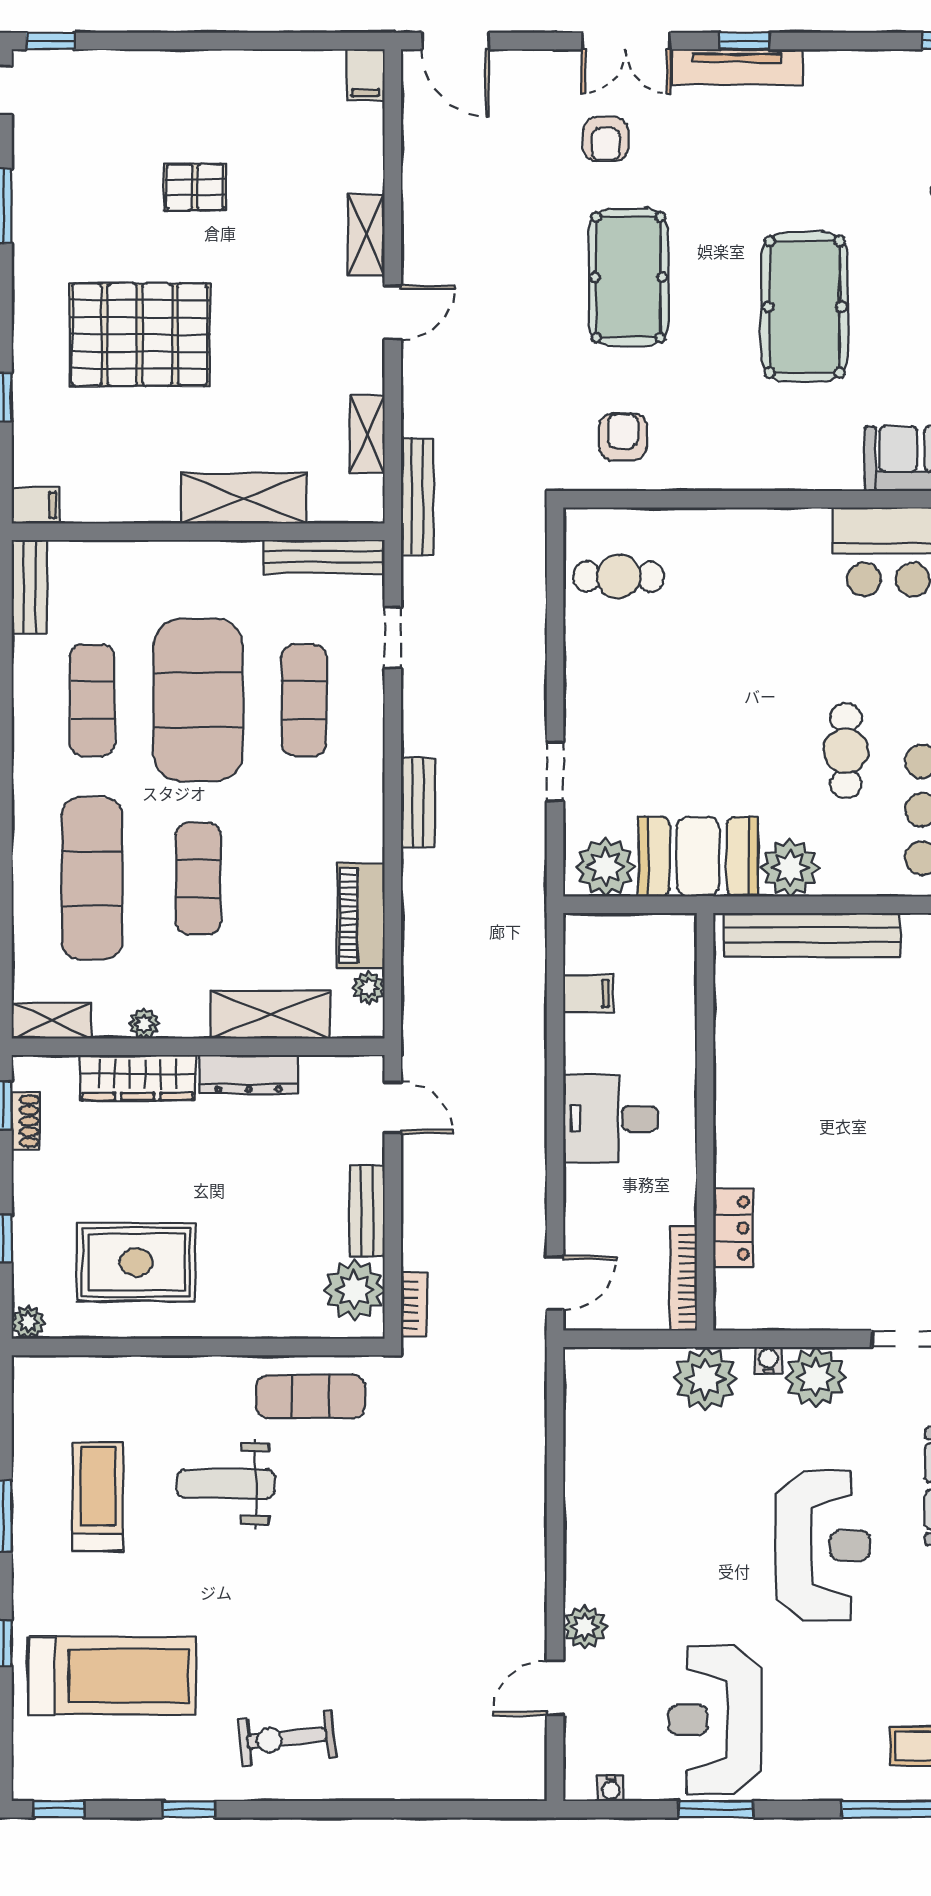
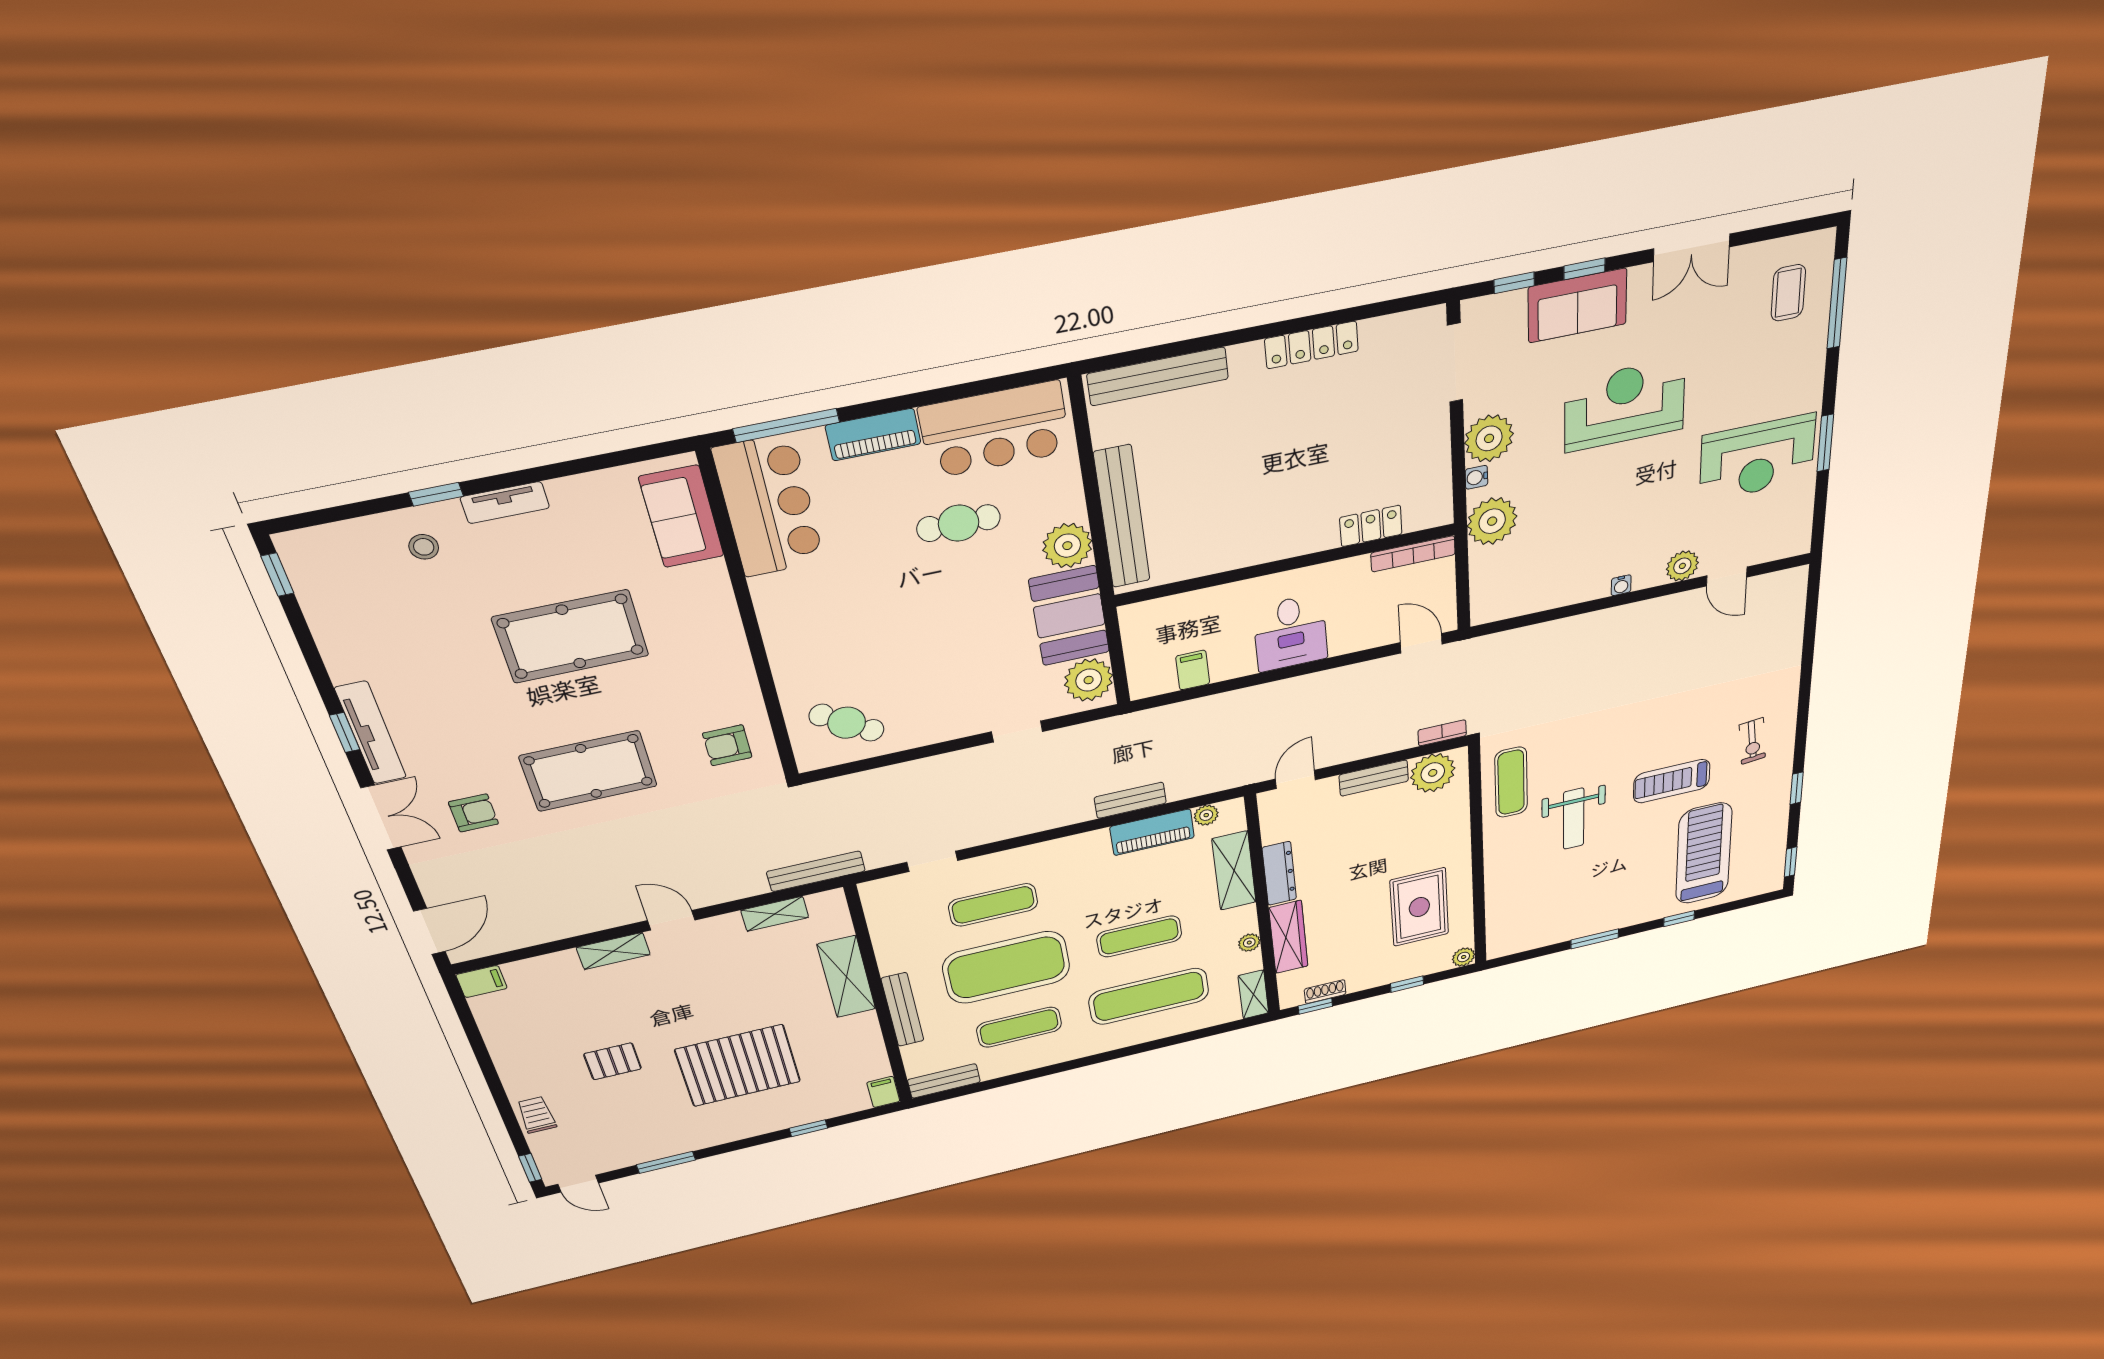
trolley: (137, 74) -> (536, 1115), added
pallet: (195, 187) -> (613, 1061), turned 90
pallet: (140, 335) -> (738, 1066), turned 90
bench: (324, 557) -> (903, 1010), moved
cafe table: (619, 577) -> (847, 723), turned -56
bench: (418, 803) -> (1130, 800), moved
treadmill: (98, 1497) -> (1672, 781), moved
exercise bike: (287, 1738) -> (1752, 741), width x0.73, depth x0.72
water cooler: (611, 1788) -> (1621, 585), moved, turned 90

